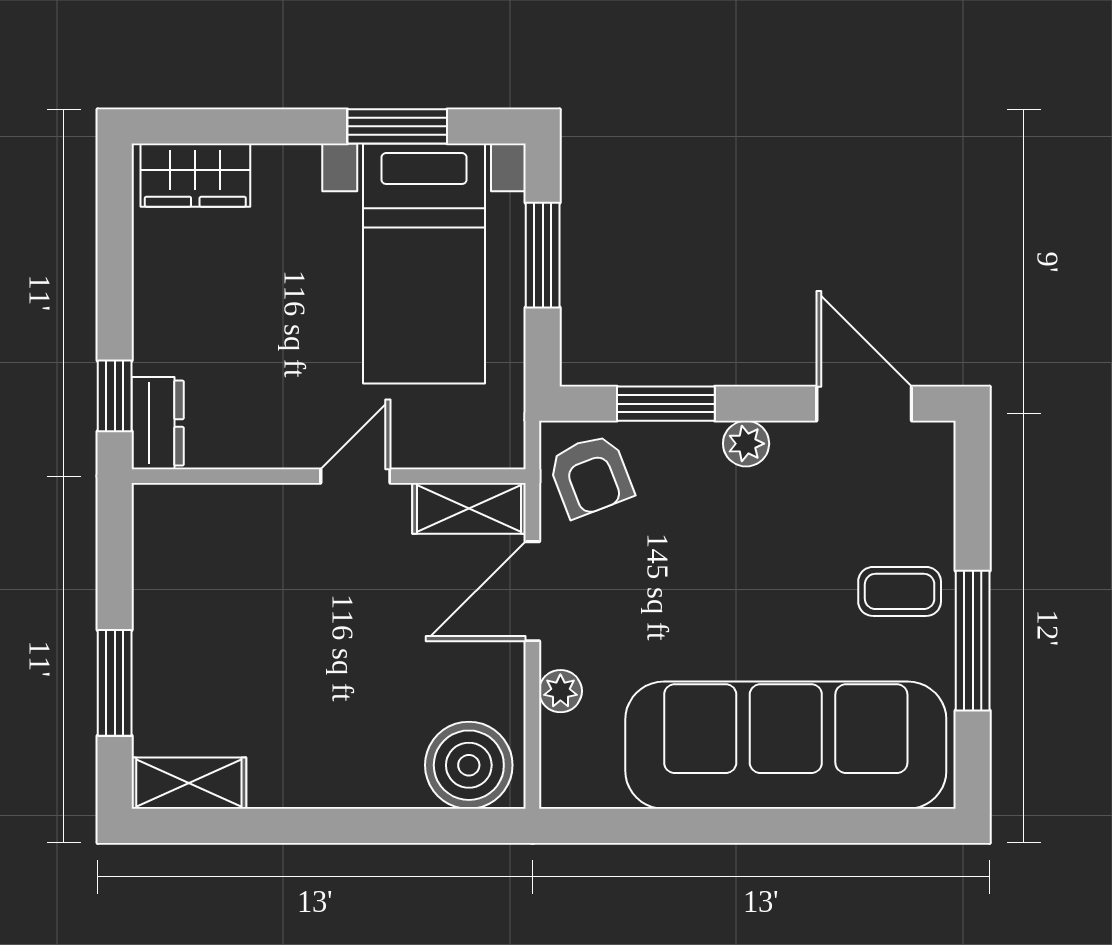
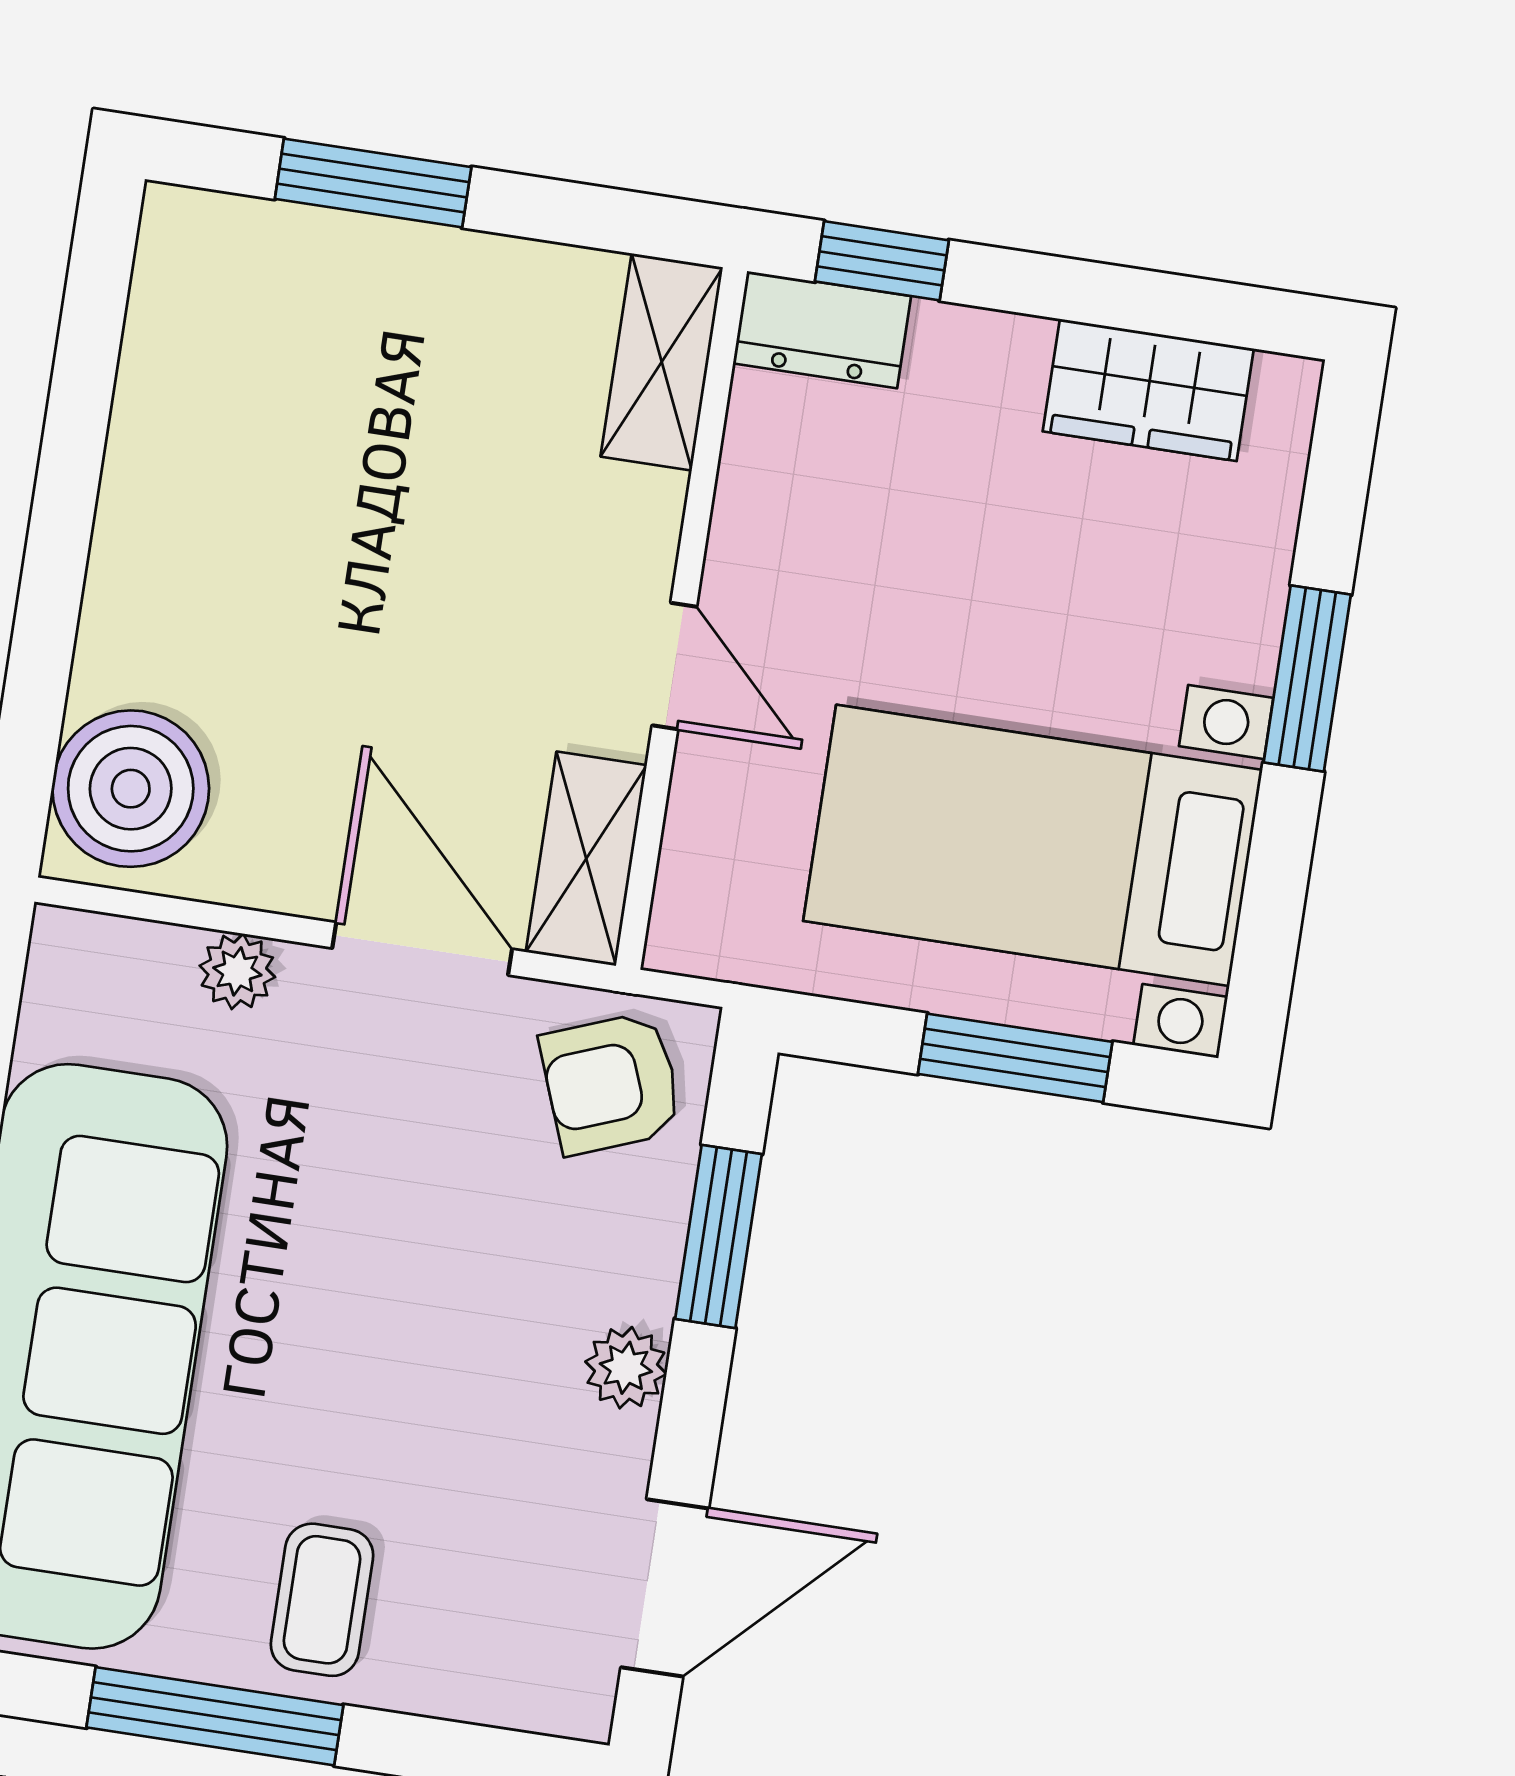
window: (397, 126) -> (1307, 678), moved
wardrobe: (195, 175) -> (1148, 390), moved, turned -90
shelving: (189, 783) -> (662, 362), moved

